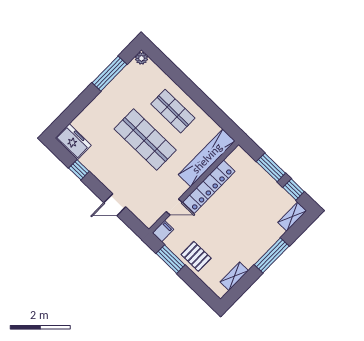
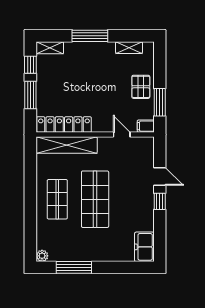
window: (79, 170) -> (160, 201), moved
locker: (209, 187) -> (64, 125), moved

